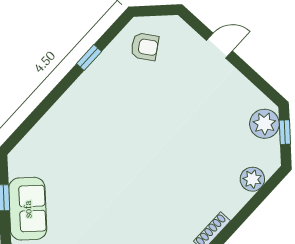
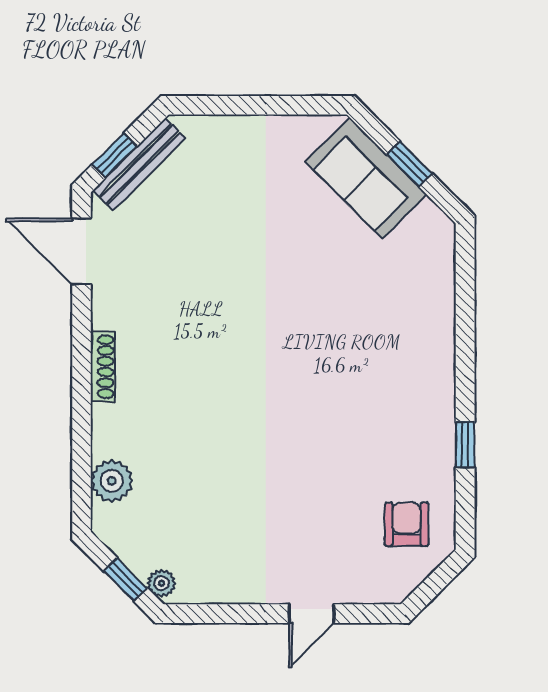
armchair: (145, 47) -> (407, 524), turned 123
plant: (264, 124) -> (162, 583), width x0.53, depth x0.53

